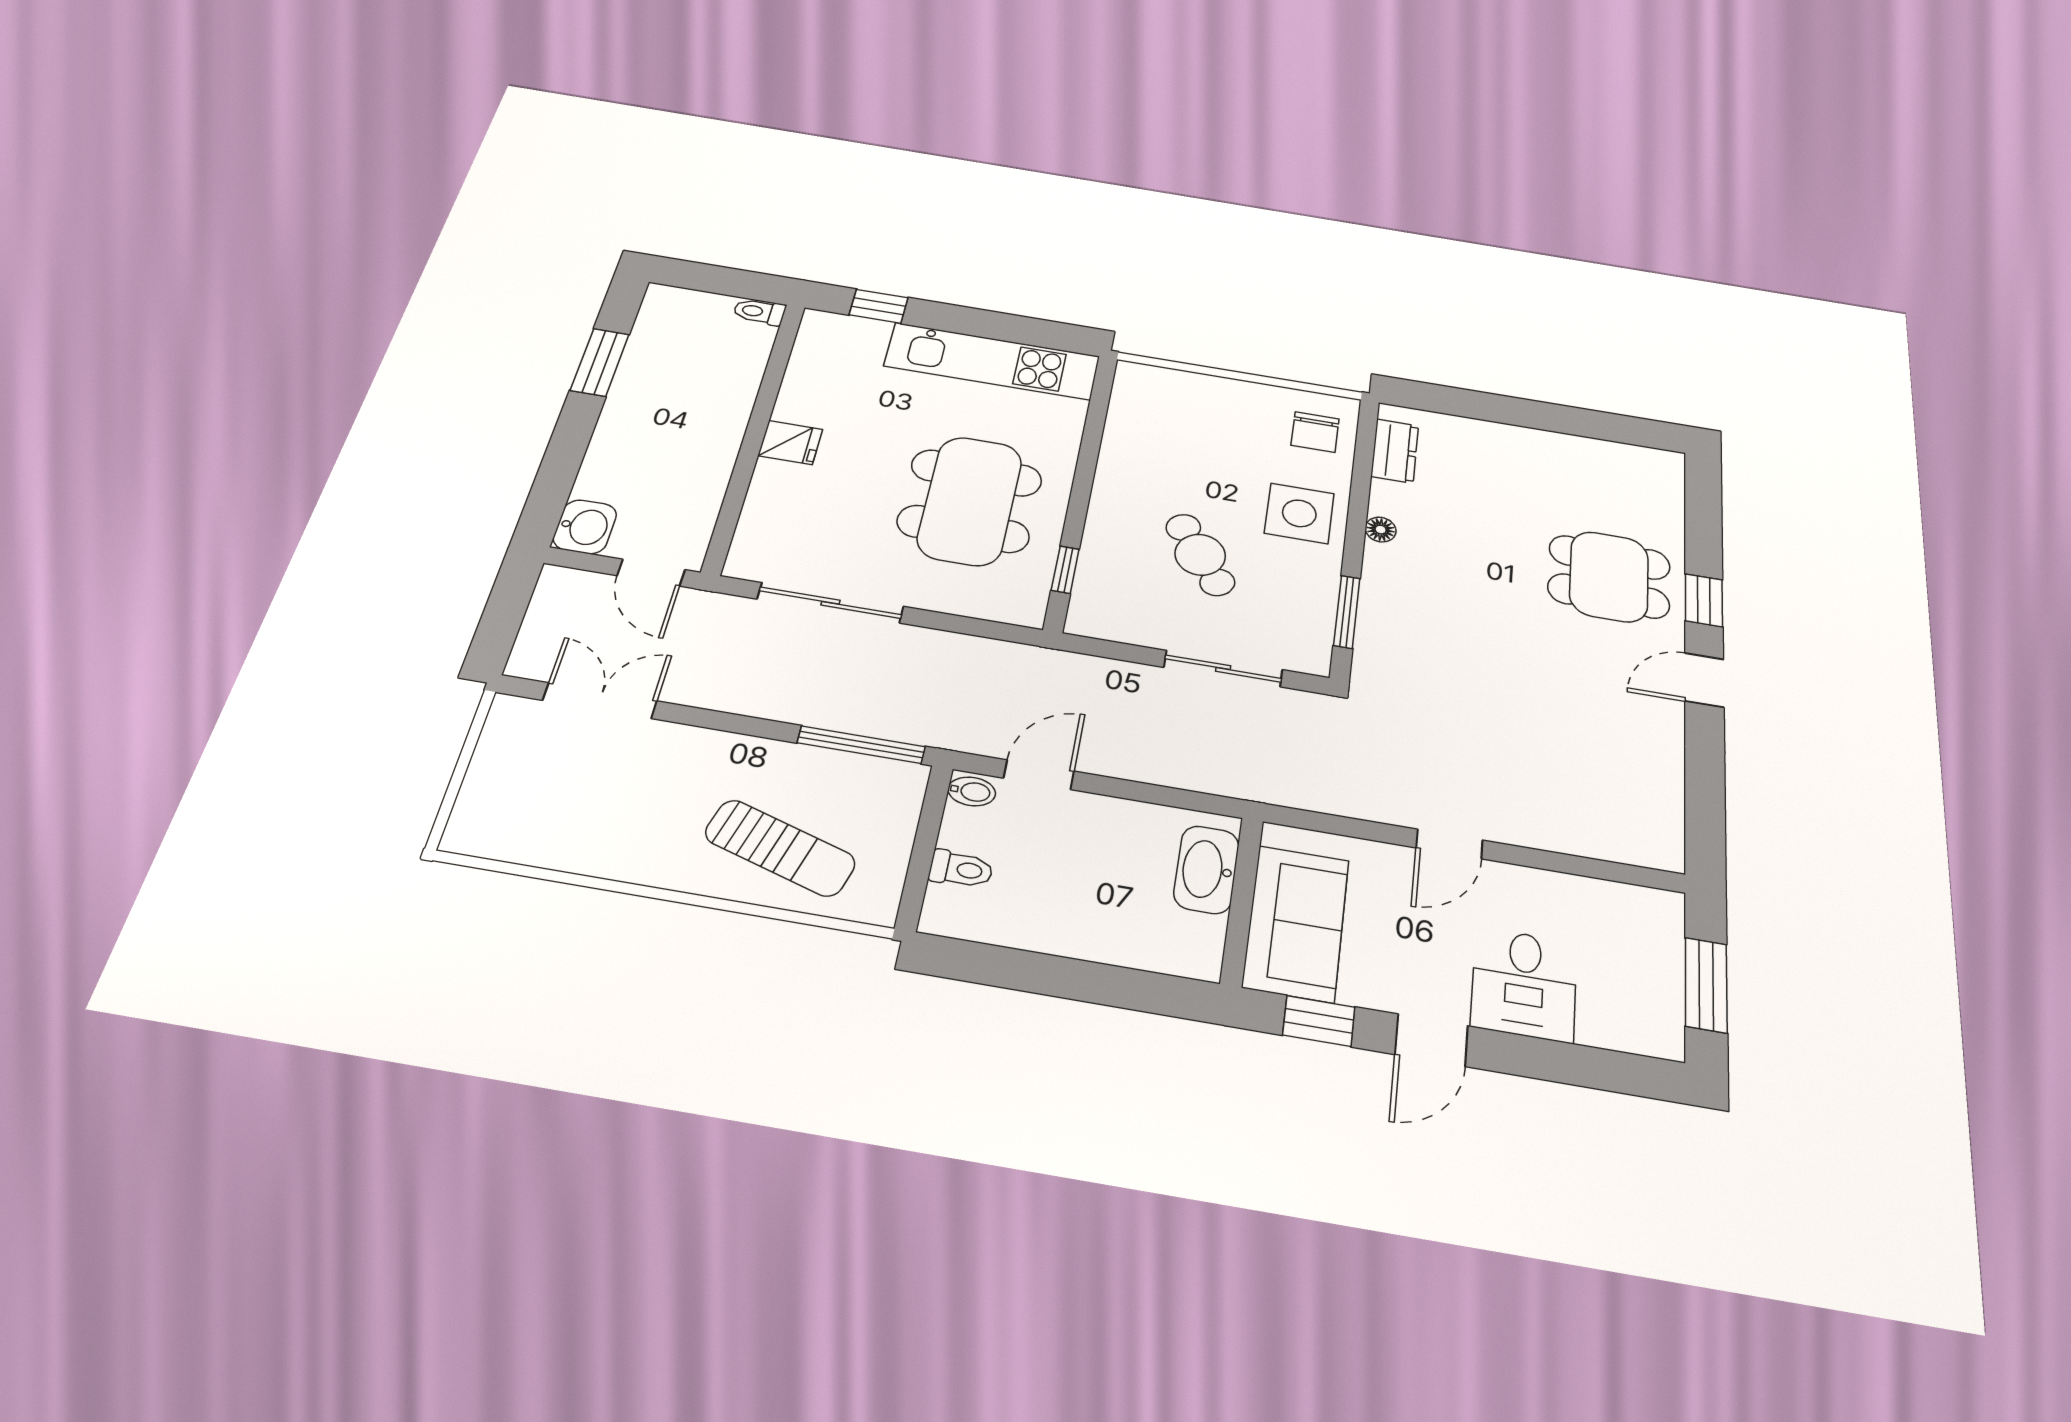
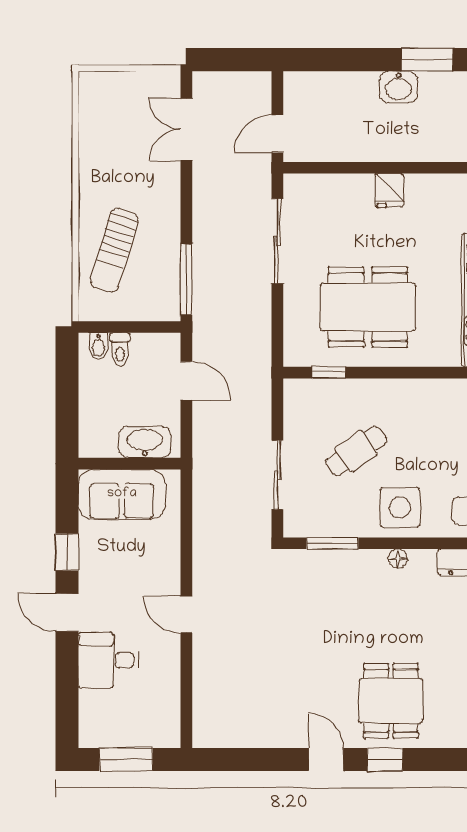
washbasin: (585, 527) -> (398, 87), moved
double door: (600, 701) -> (186, 129), swing flipped
bidet: (972, 791) -> (98, 346), moved
washbasin: (1206, 870) -> (145, 442), moved
wall: (1242, 901) -> (129, 464), moved
sofa: (1296, 923) -> (122, 494), moved

